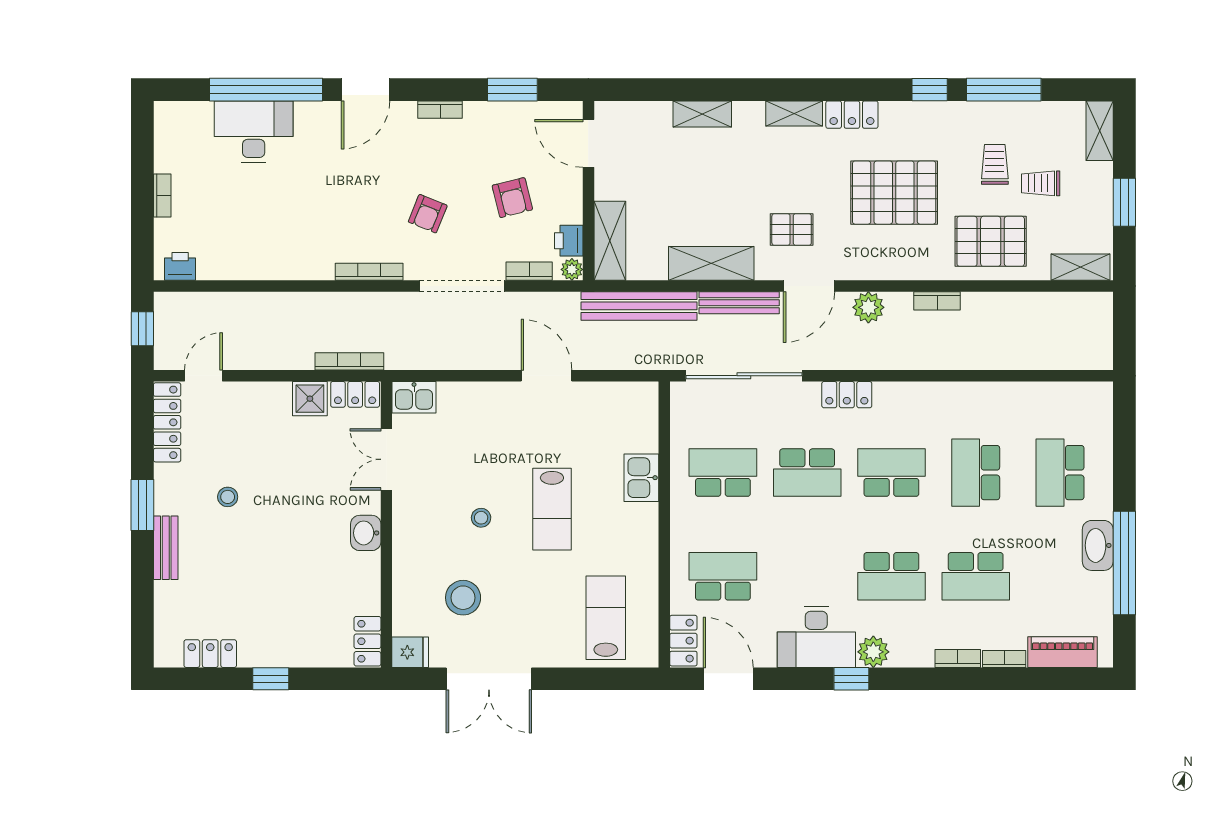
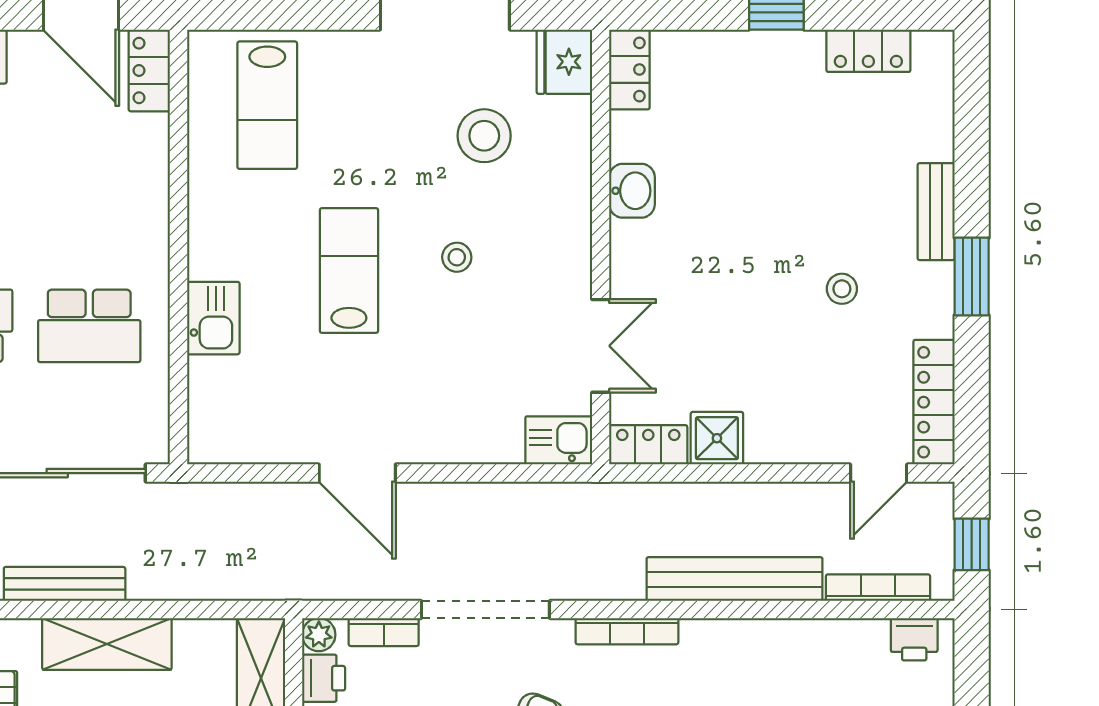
bench: (639, 306) -> (735, 579), moved
bookcase: (349, 361) -> (878, 588), moved, turned 180
washbasin: (366, 533) -> (632, 191), moved
school desk: (723, 576) -> (89, 168), removed
fridge: (410, 652) -> (564, 62), width x1.38

